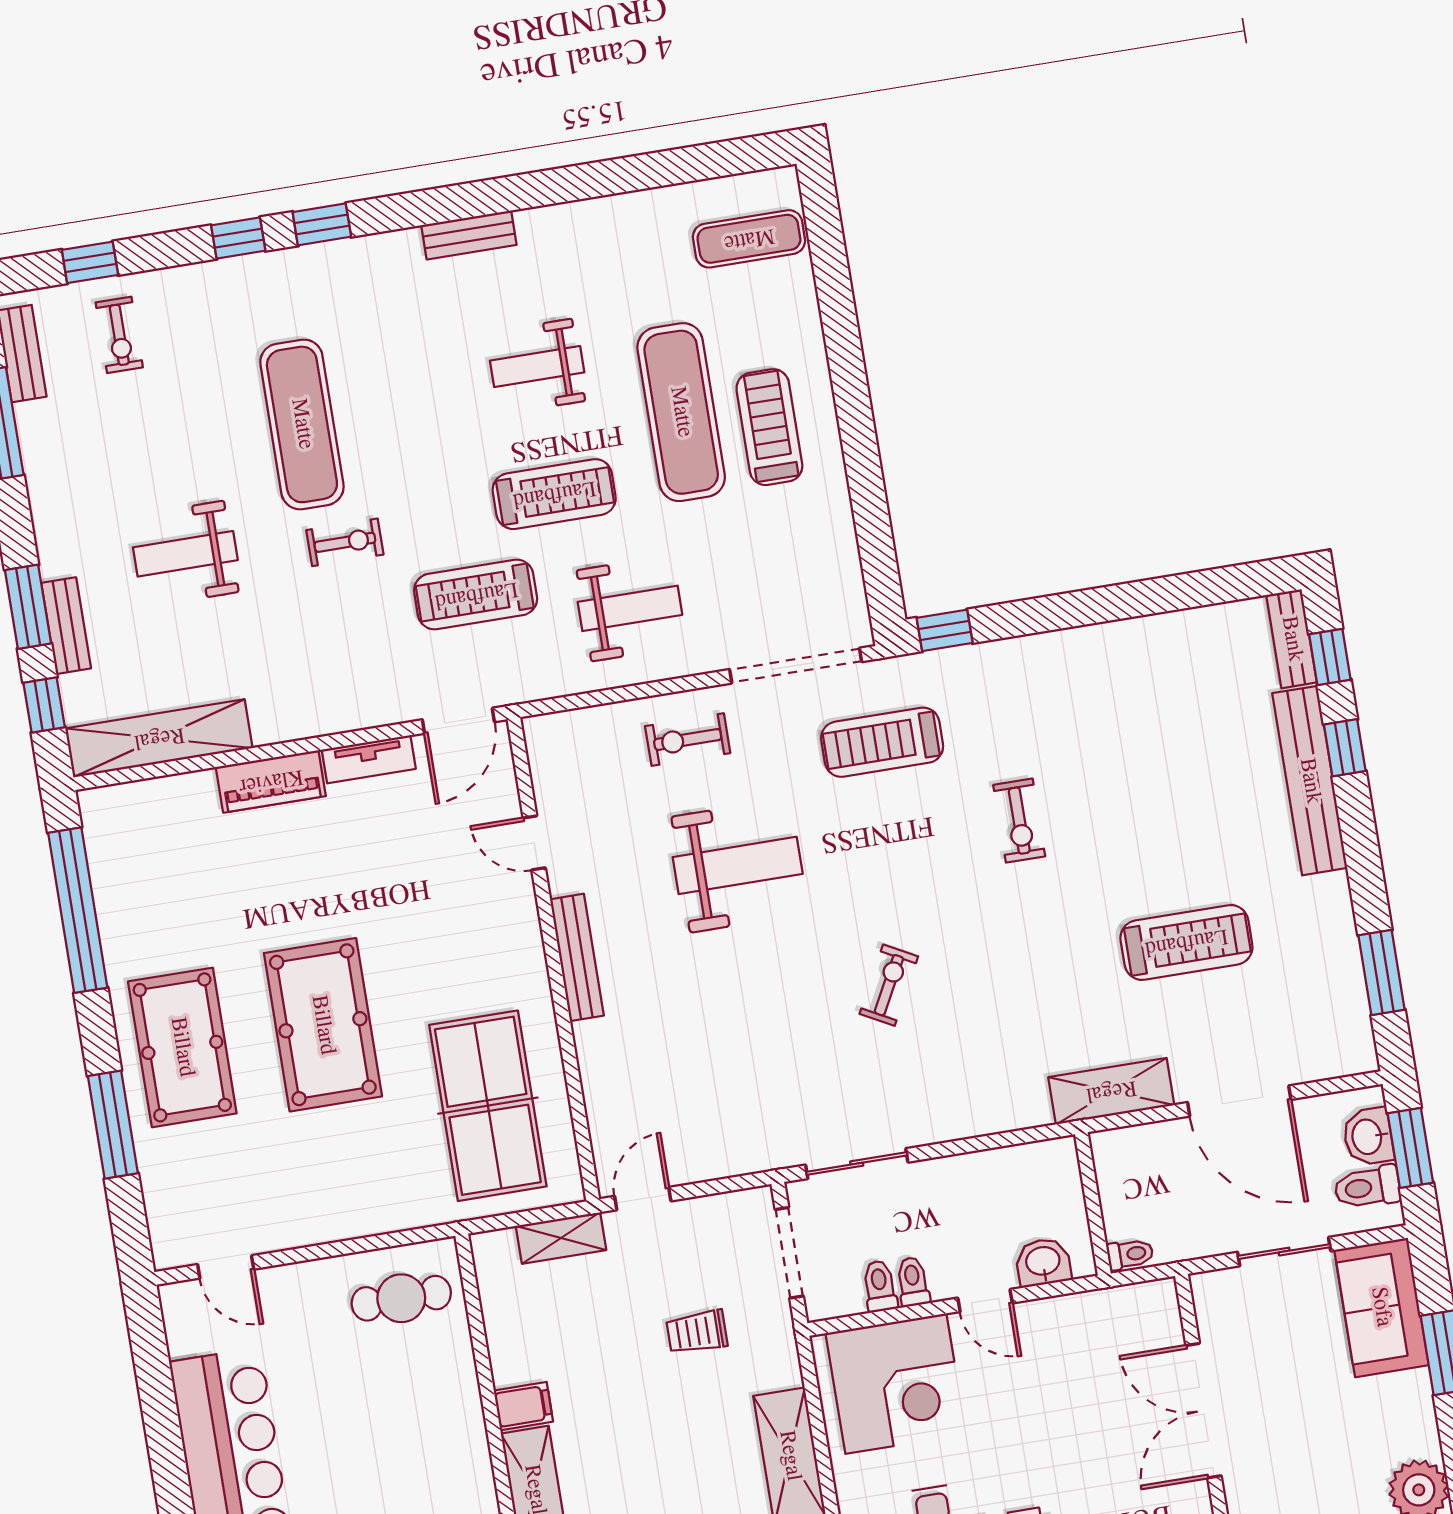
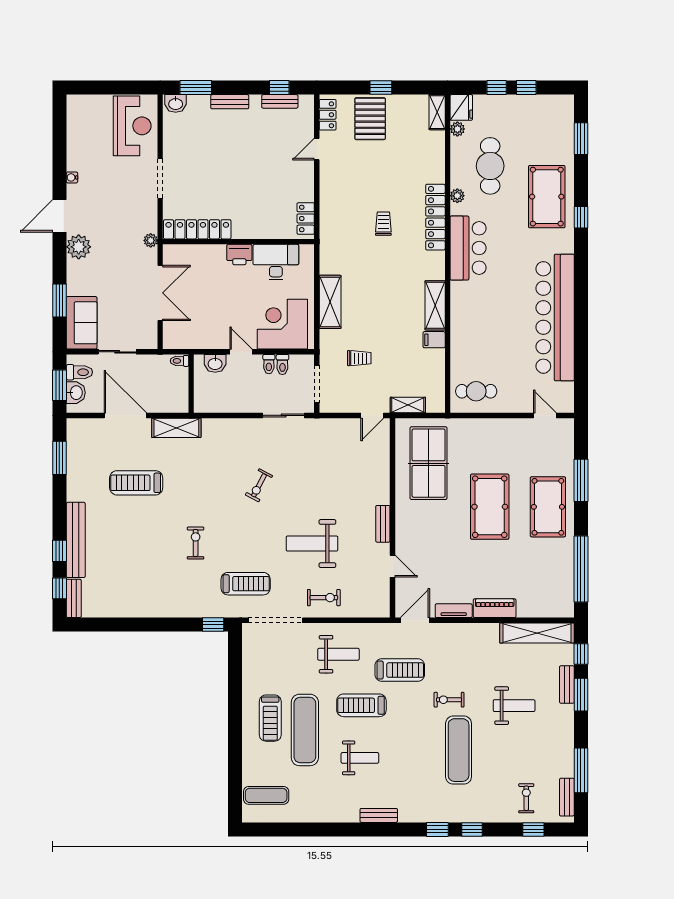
weight bench: (630, 608) -> (338, 654), turned 180
bench: (577, 957) -> (383, 524), width x0.73

